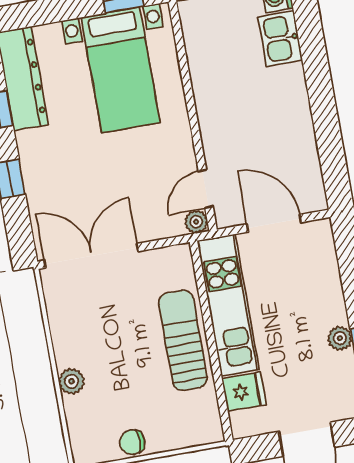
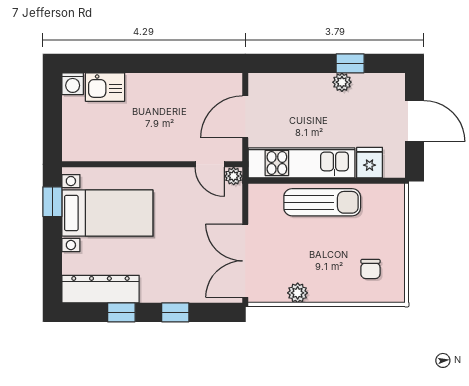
sun lounger: (183, 340) -> (322, 202), turned 180
plant: (72, 381) -> (298, 293), moved
chair: (132, 442) -> (370, 269), moved

